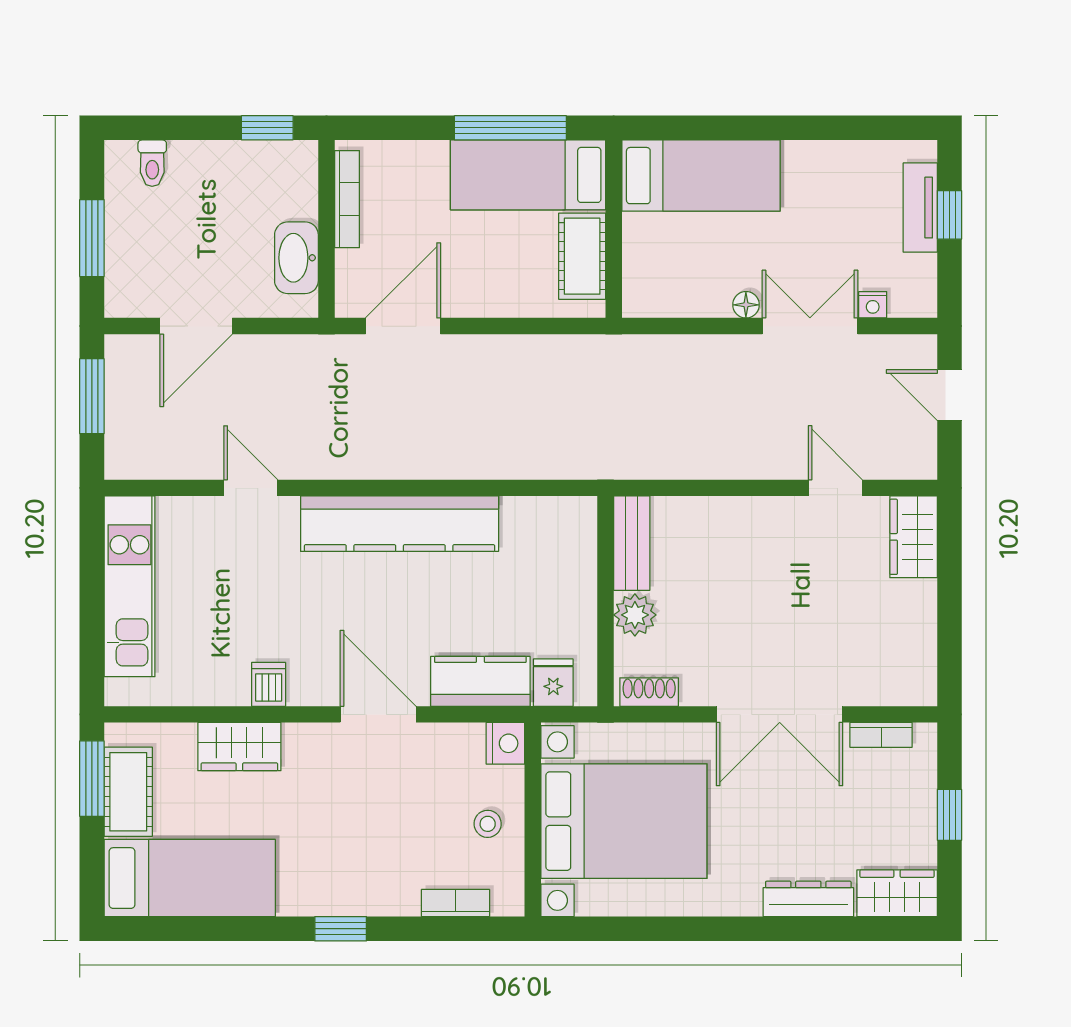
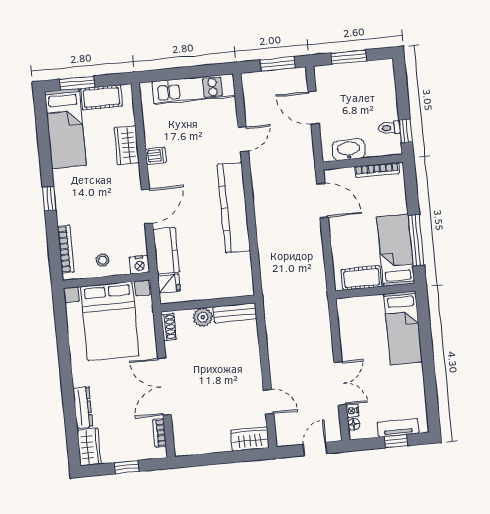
toilet: (152, 163) -> (389, 128), moved
floor lamp: (746, 305) -> (354, 424), moved
door: (835, 488) -> (269, 402), hinge flipped
window: (92, 779) -> (77, 83), moved
bookcase: (456, 903) -> (66, 249), width x1.56

